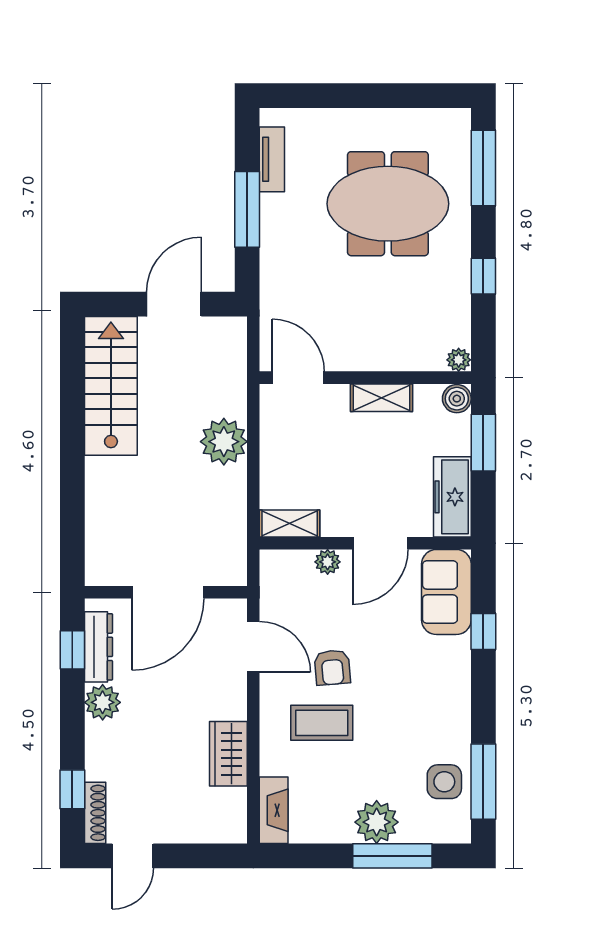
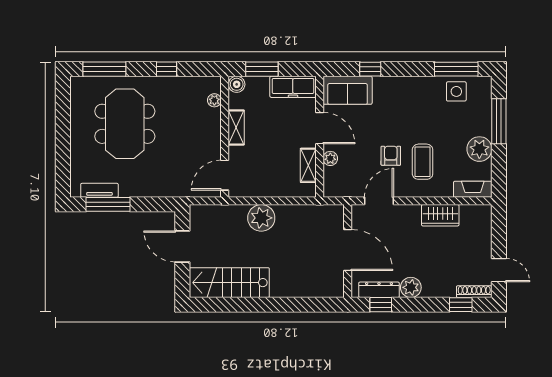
window: (247, 209) -> (108, 204), moved
plant: (459, 360) -> (214, 100), moved
shelving: (290, 524) -> (308, 165), moved
armchair: (332, 667) -> (391, 156), turned -85
plant: (377, 822) -> (479, 149), moved

